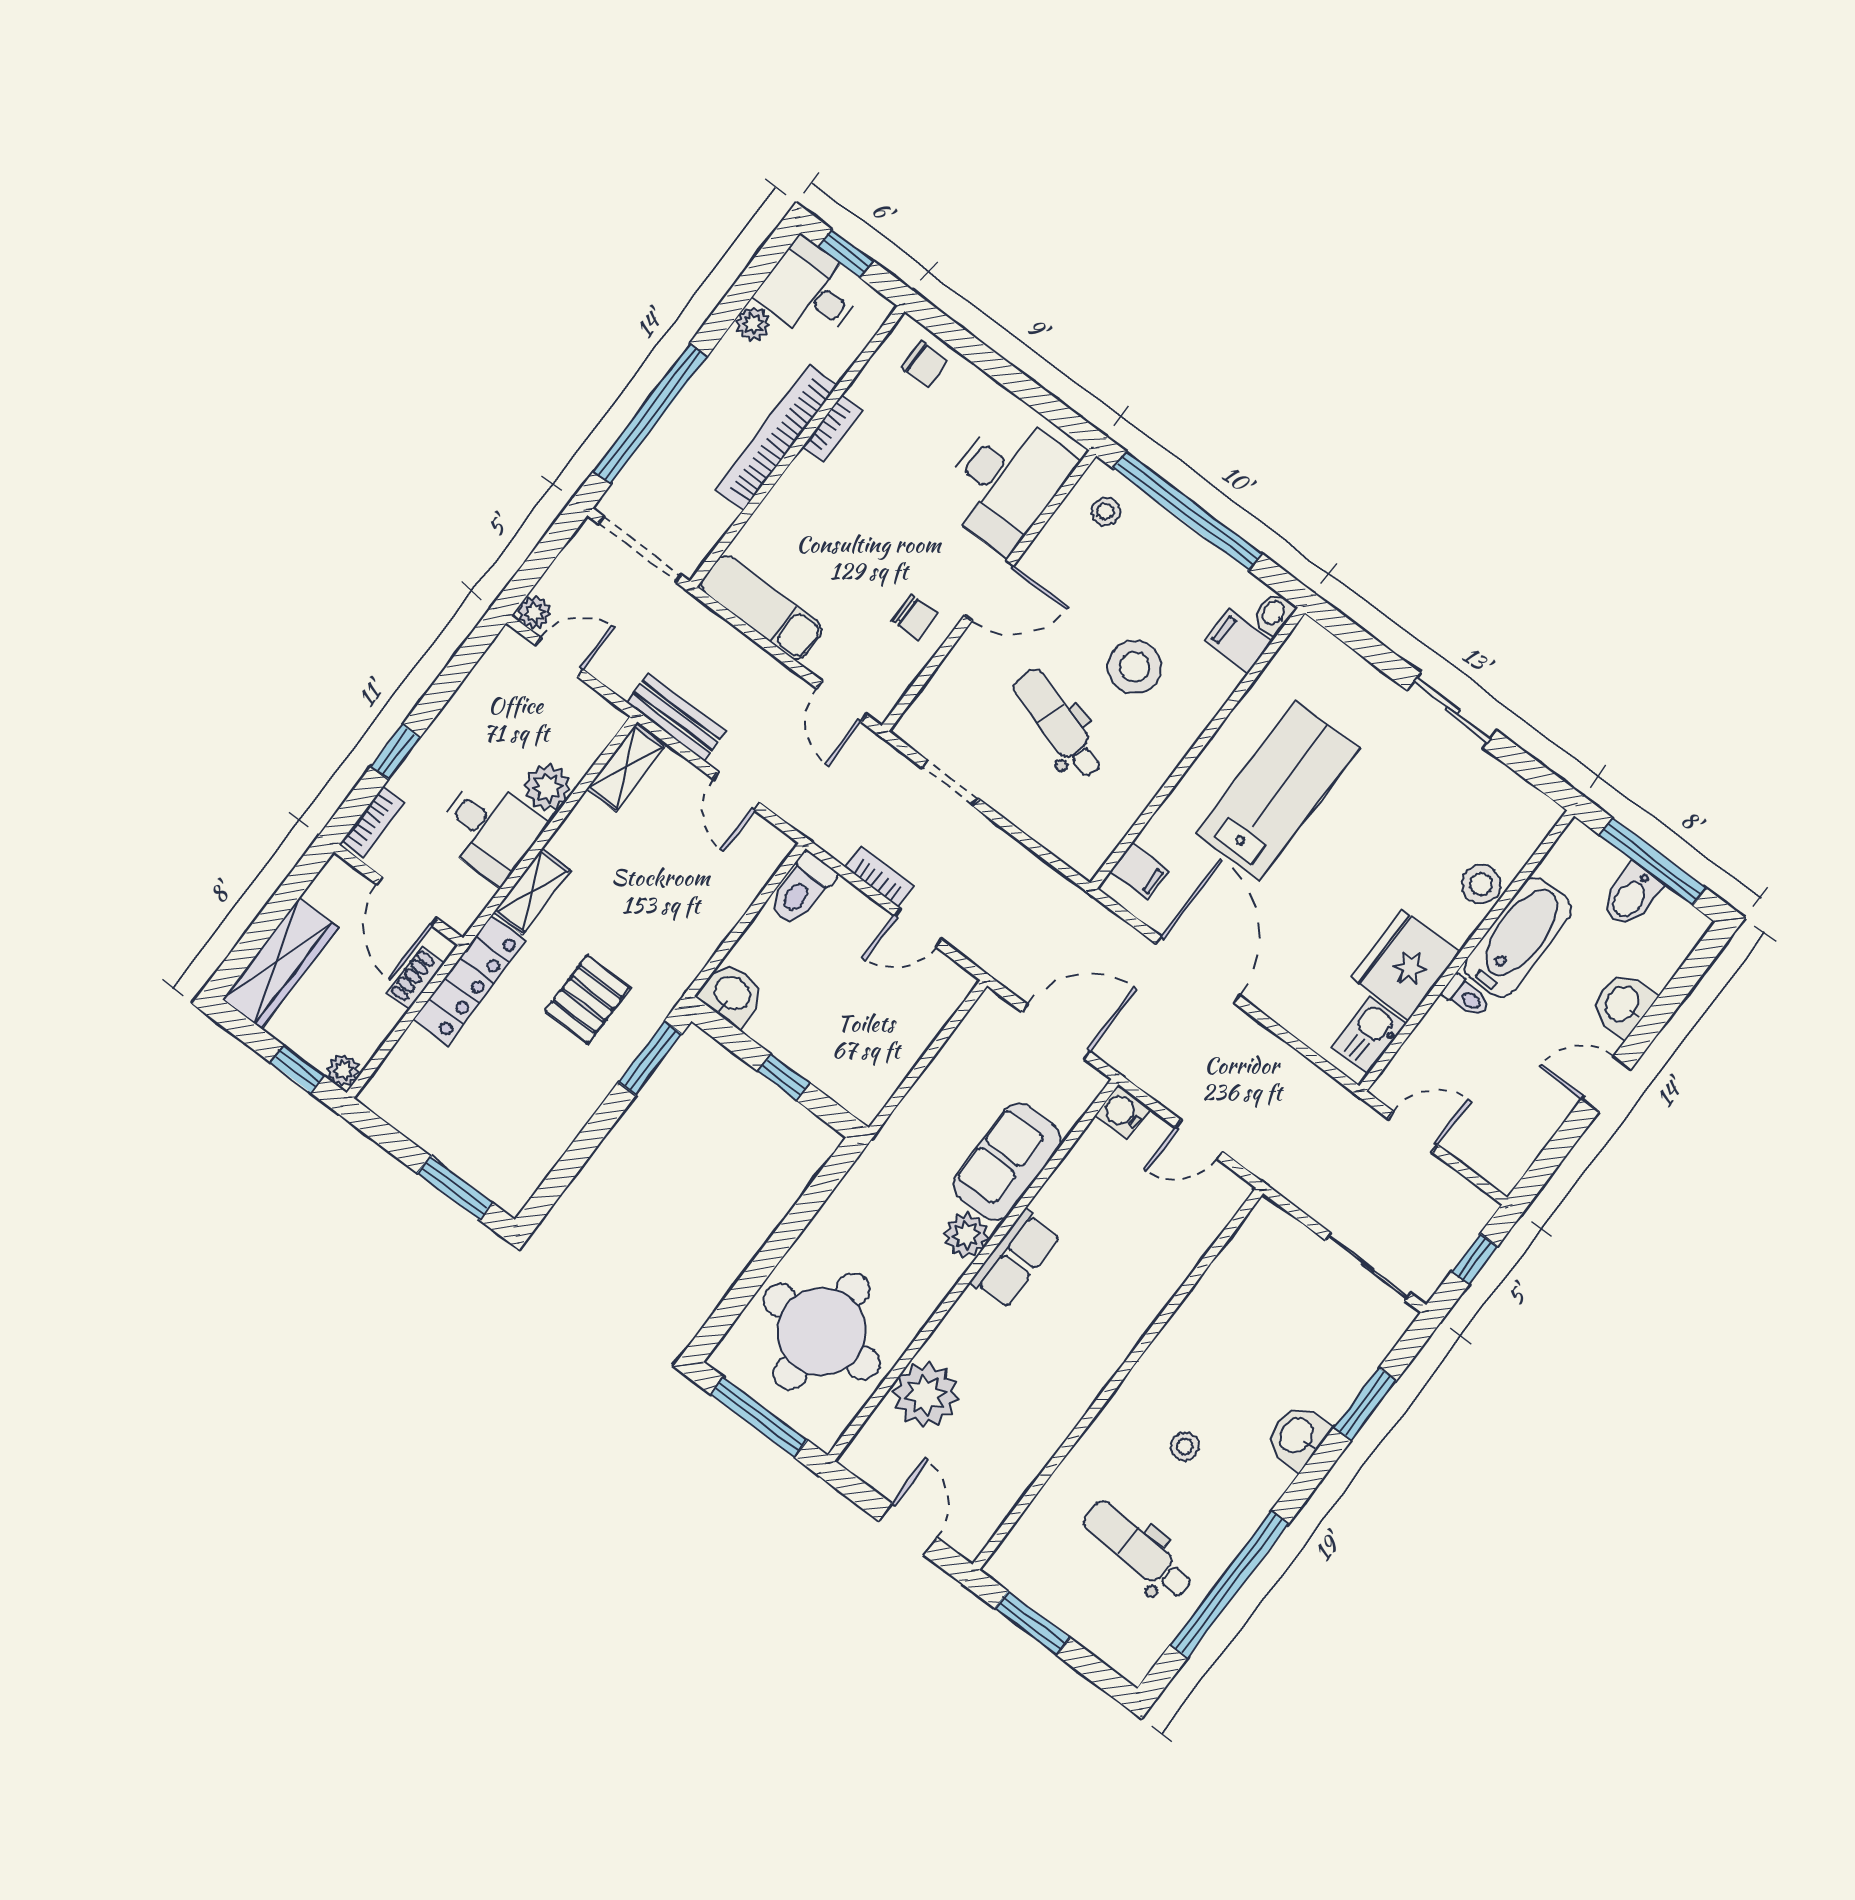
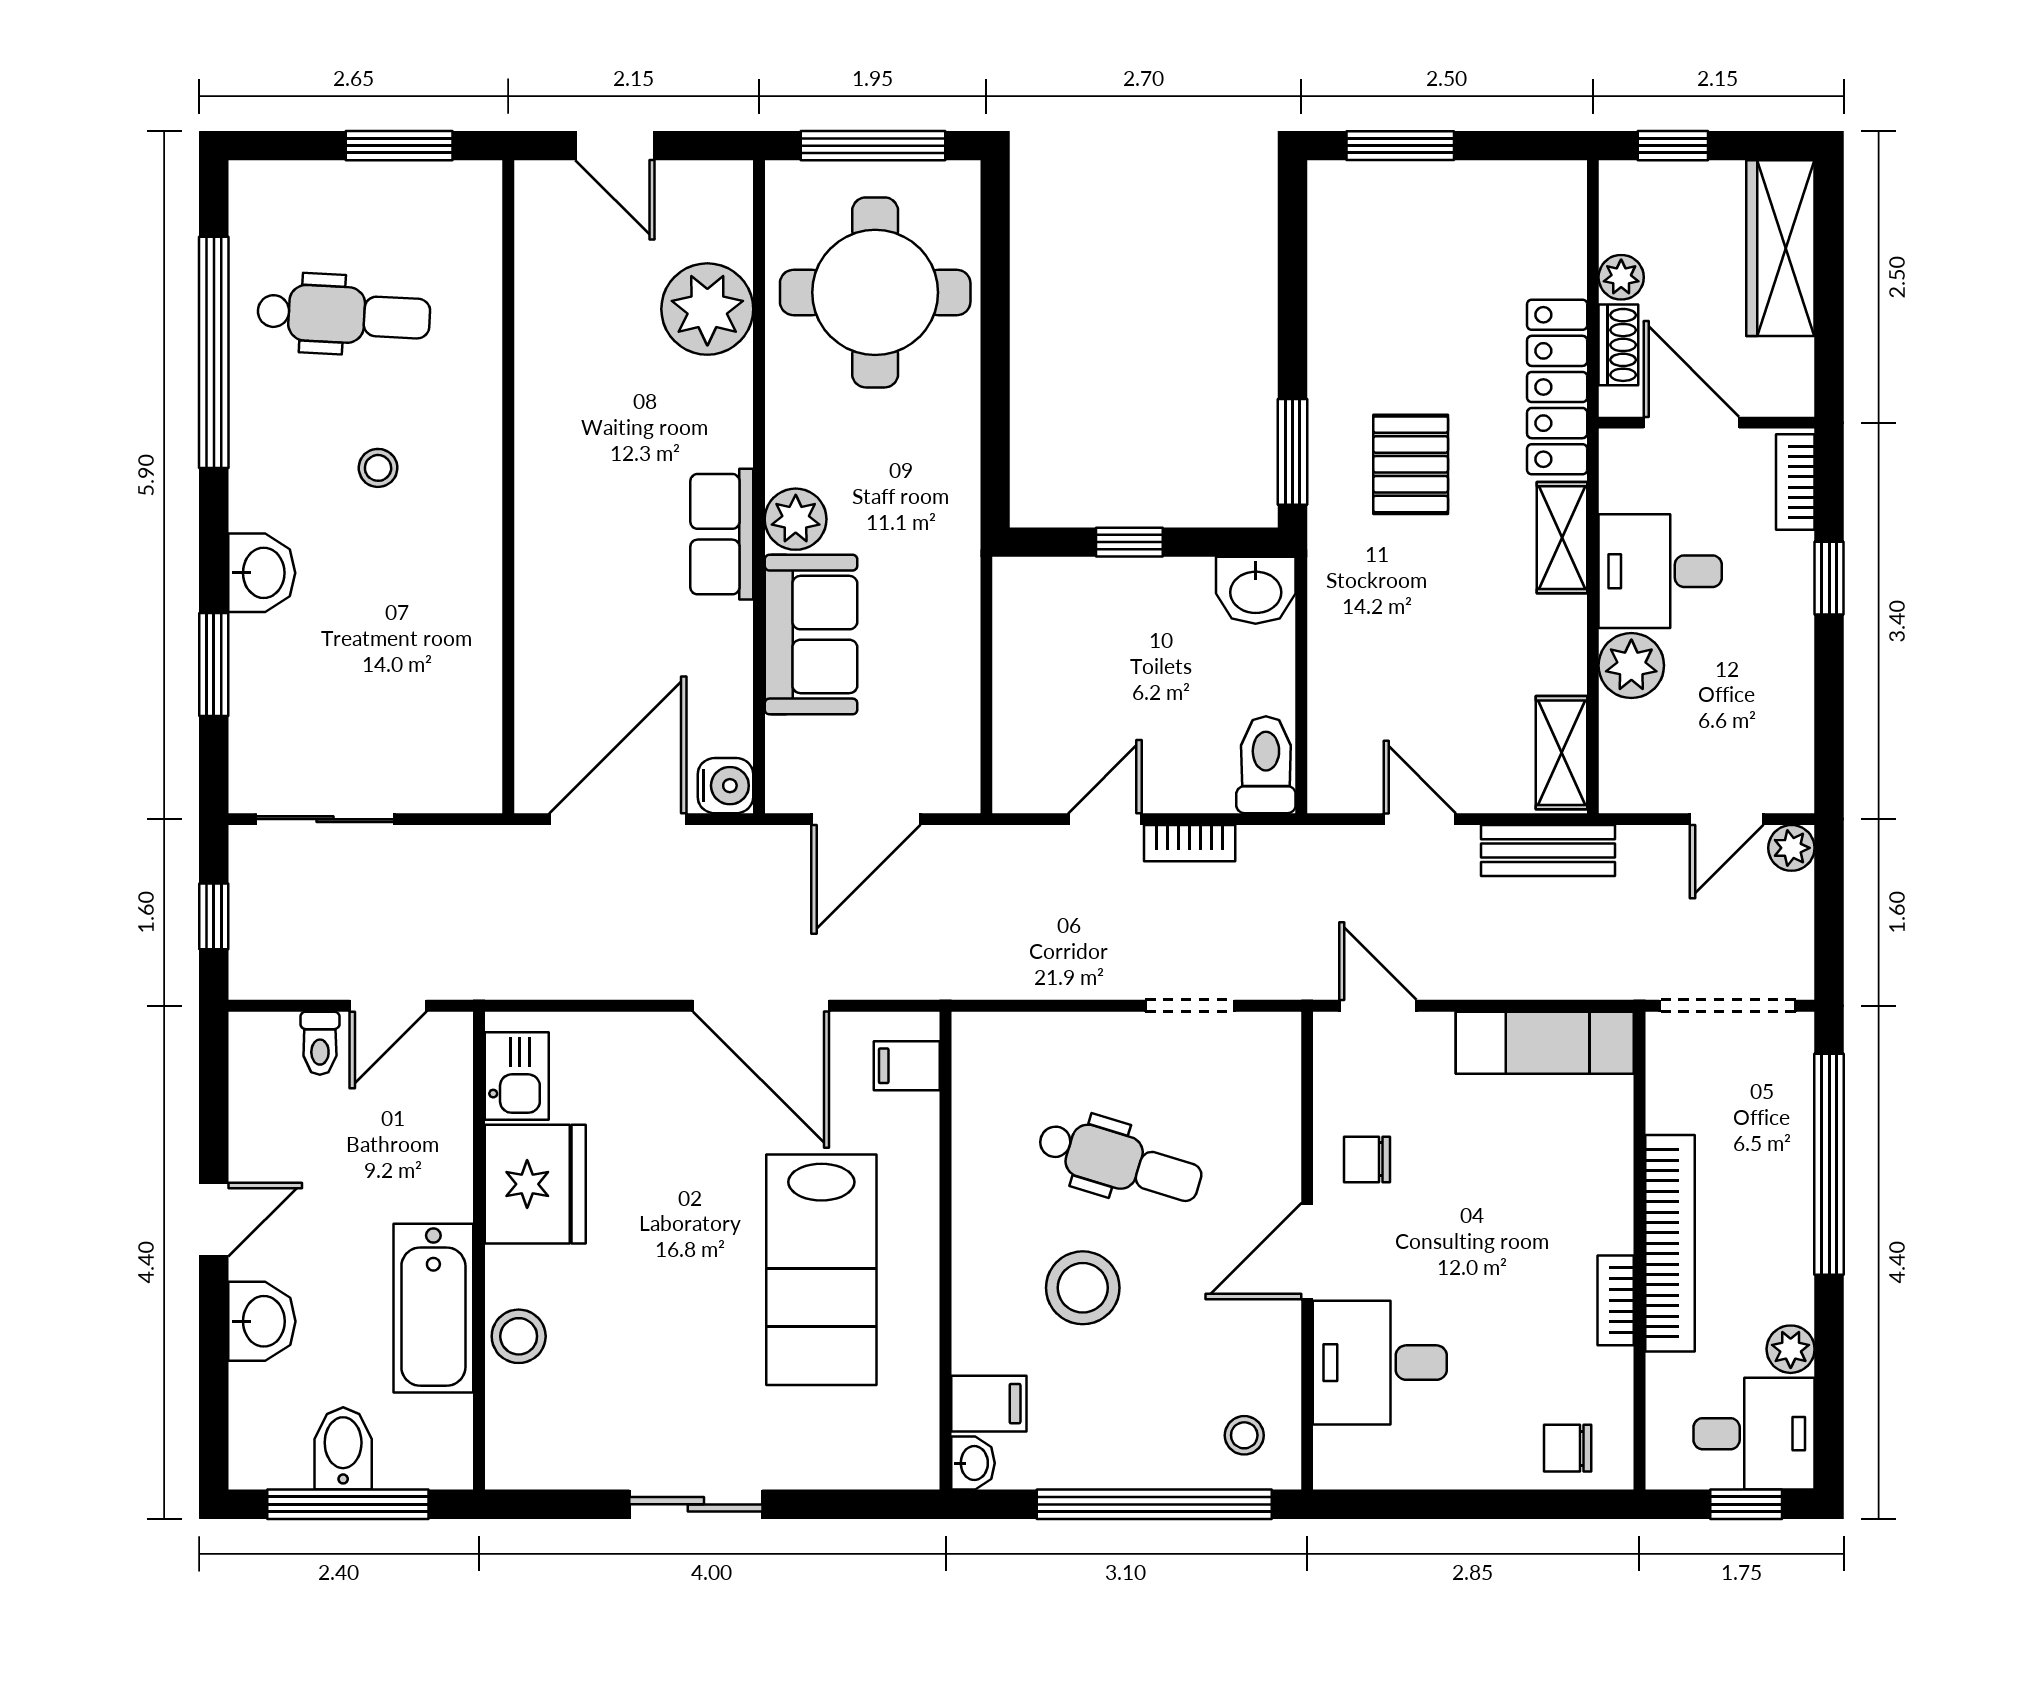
desk: (1006, 481) -> (1380, 1363), width x0.73
toilet: (1466, 997) -> (320, 1043), moved, turned -90
plant: (343, 1070) -> (1621, 277), moved
door: (1199, 1139) -> (618, 819), width x1.87

